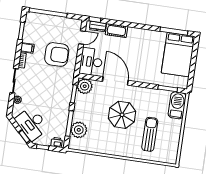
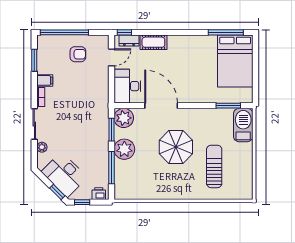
armchair: (57, 54) -> (78, 54), moved, width x0.53, depth x0.53
plant: (79, 130) -> (124, 149), moved

